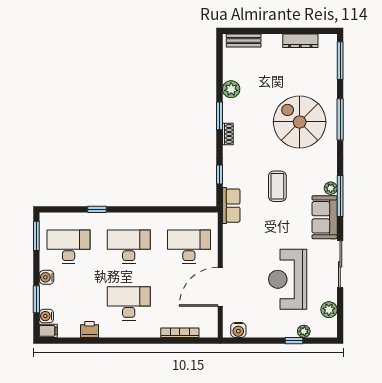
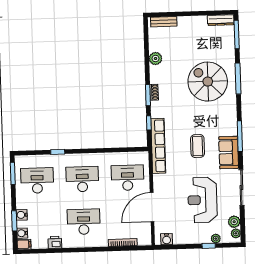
dresser: (300, 41) -> (221, 20), moved
window: (220, 116) -> (148, 95), moved
coffee table: (277, 186) -> (198, 146), moved
plant: (331, 188) -> (236, 233), moved
row of seats: (231, 206) -> (158, 146), width x2.02
water cooler: (47, 277) -> (22, 215), moved

